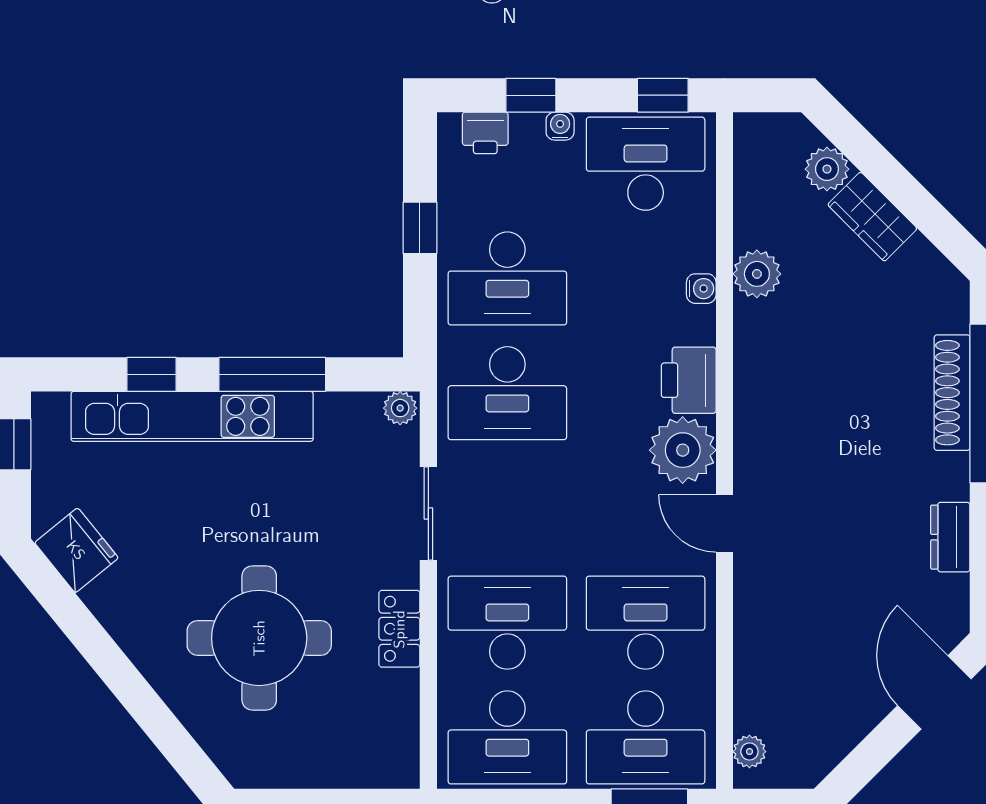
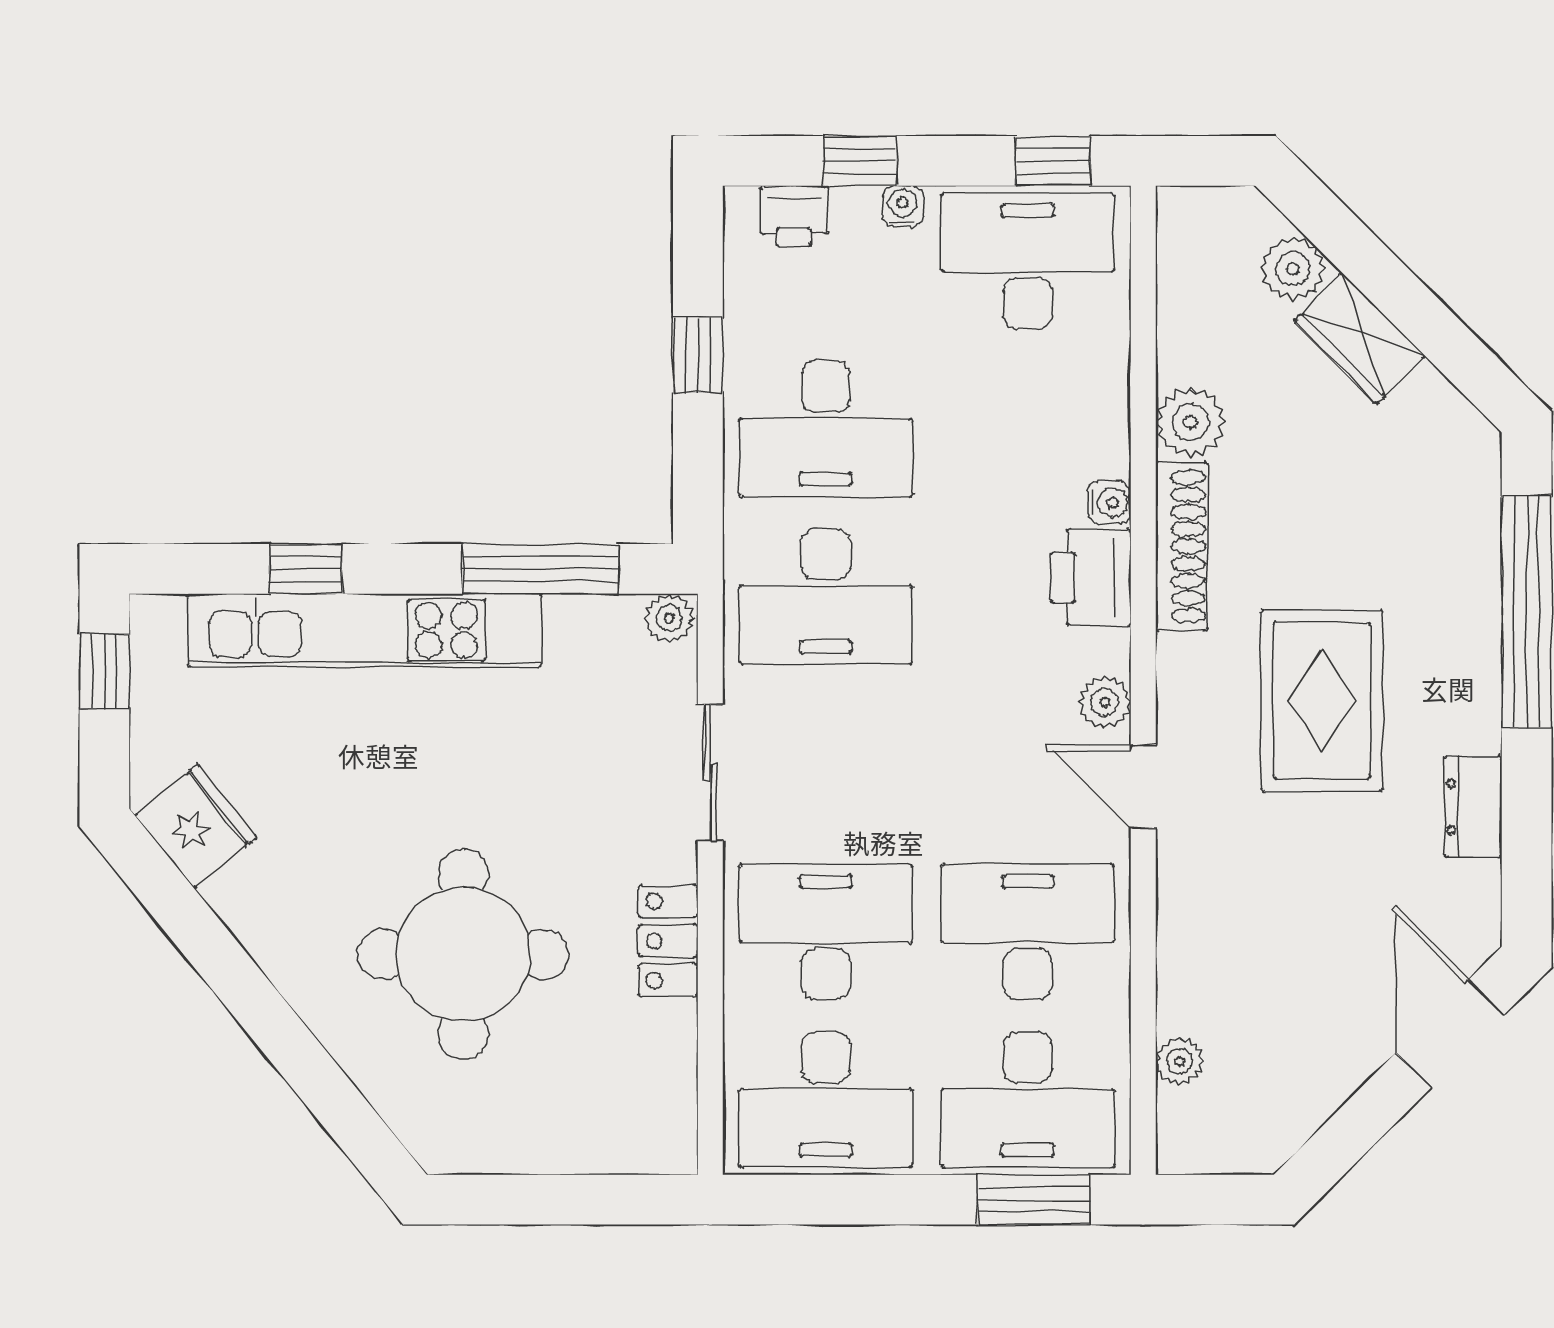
water cooler: (701, 289) -> (1109, 502), moved
window: (272, 374) -> (540, 569), moved
shoe rack: (952, 393) -> (1182, 546), moved, turned 180
plant: (683, 450) -> (1105, 702), width x0.53, depth x0.53
rug: (847, 464) -> (1322, 701), added
plant: (749, 752) -> (1180, 1061), moved

